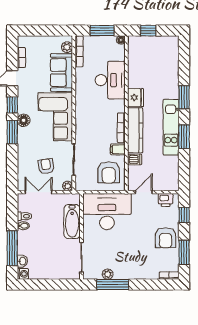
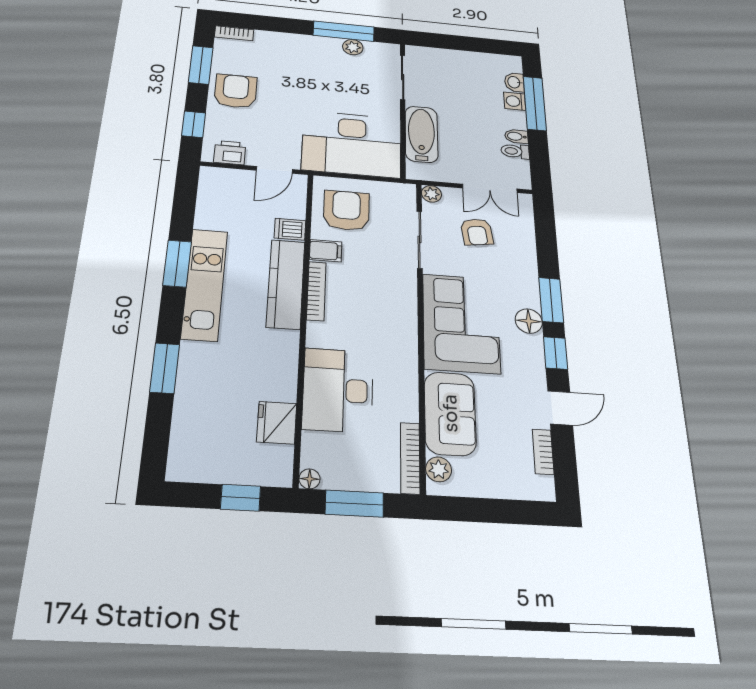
window: (184, 97) -> (165, 368), moved
fridge: (136, 98) -> (277, 423), moved
washing machine: (23, 274) -> (515, 101), moved

